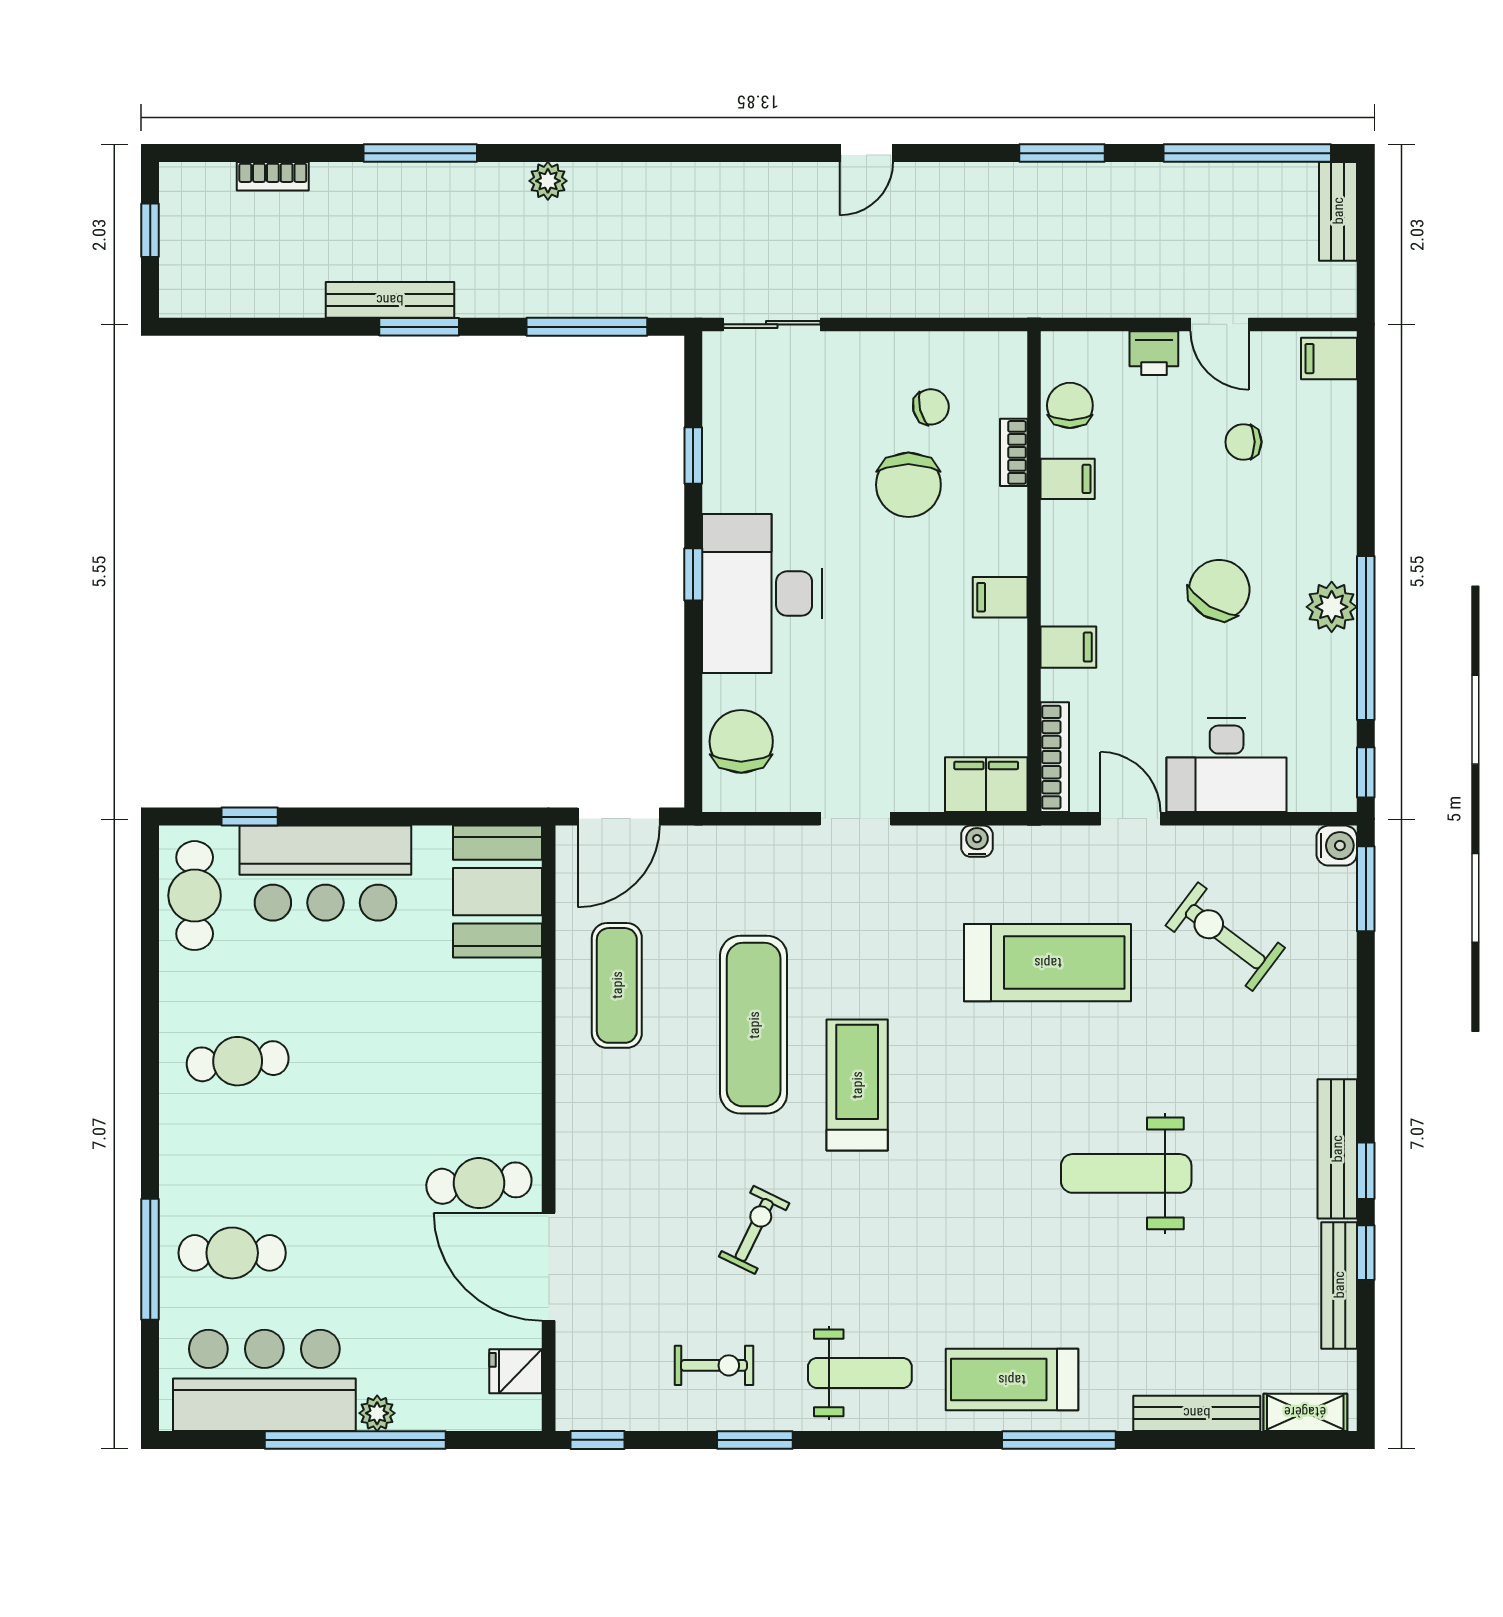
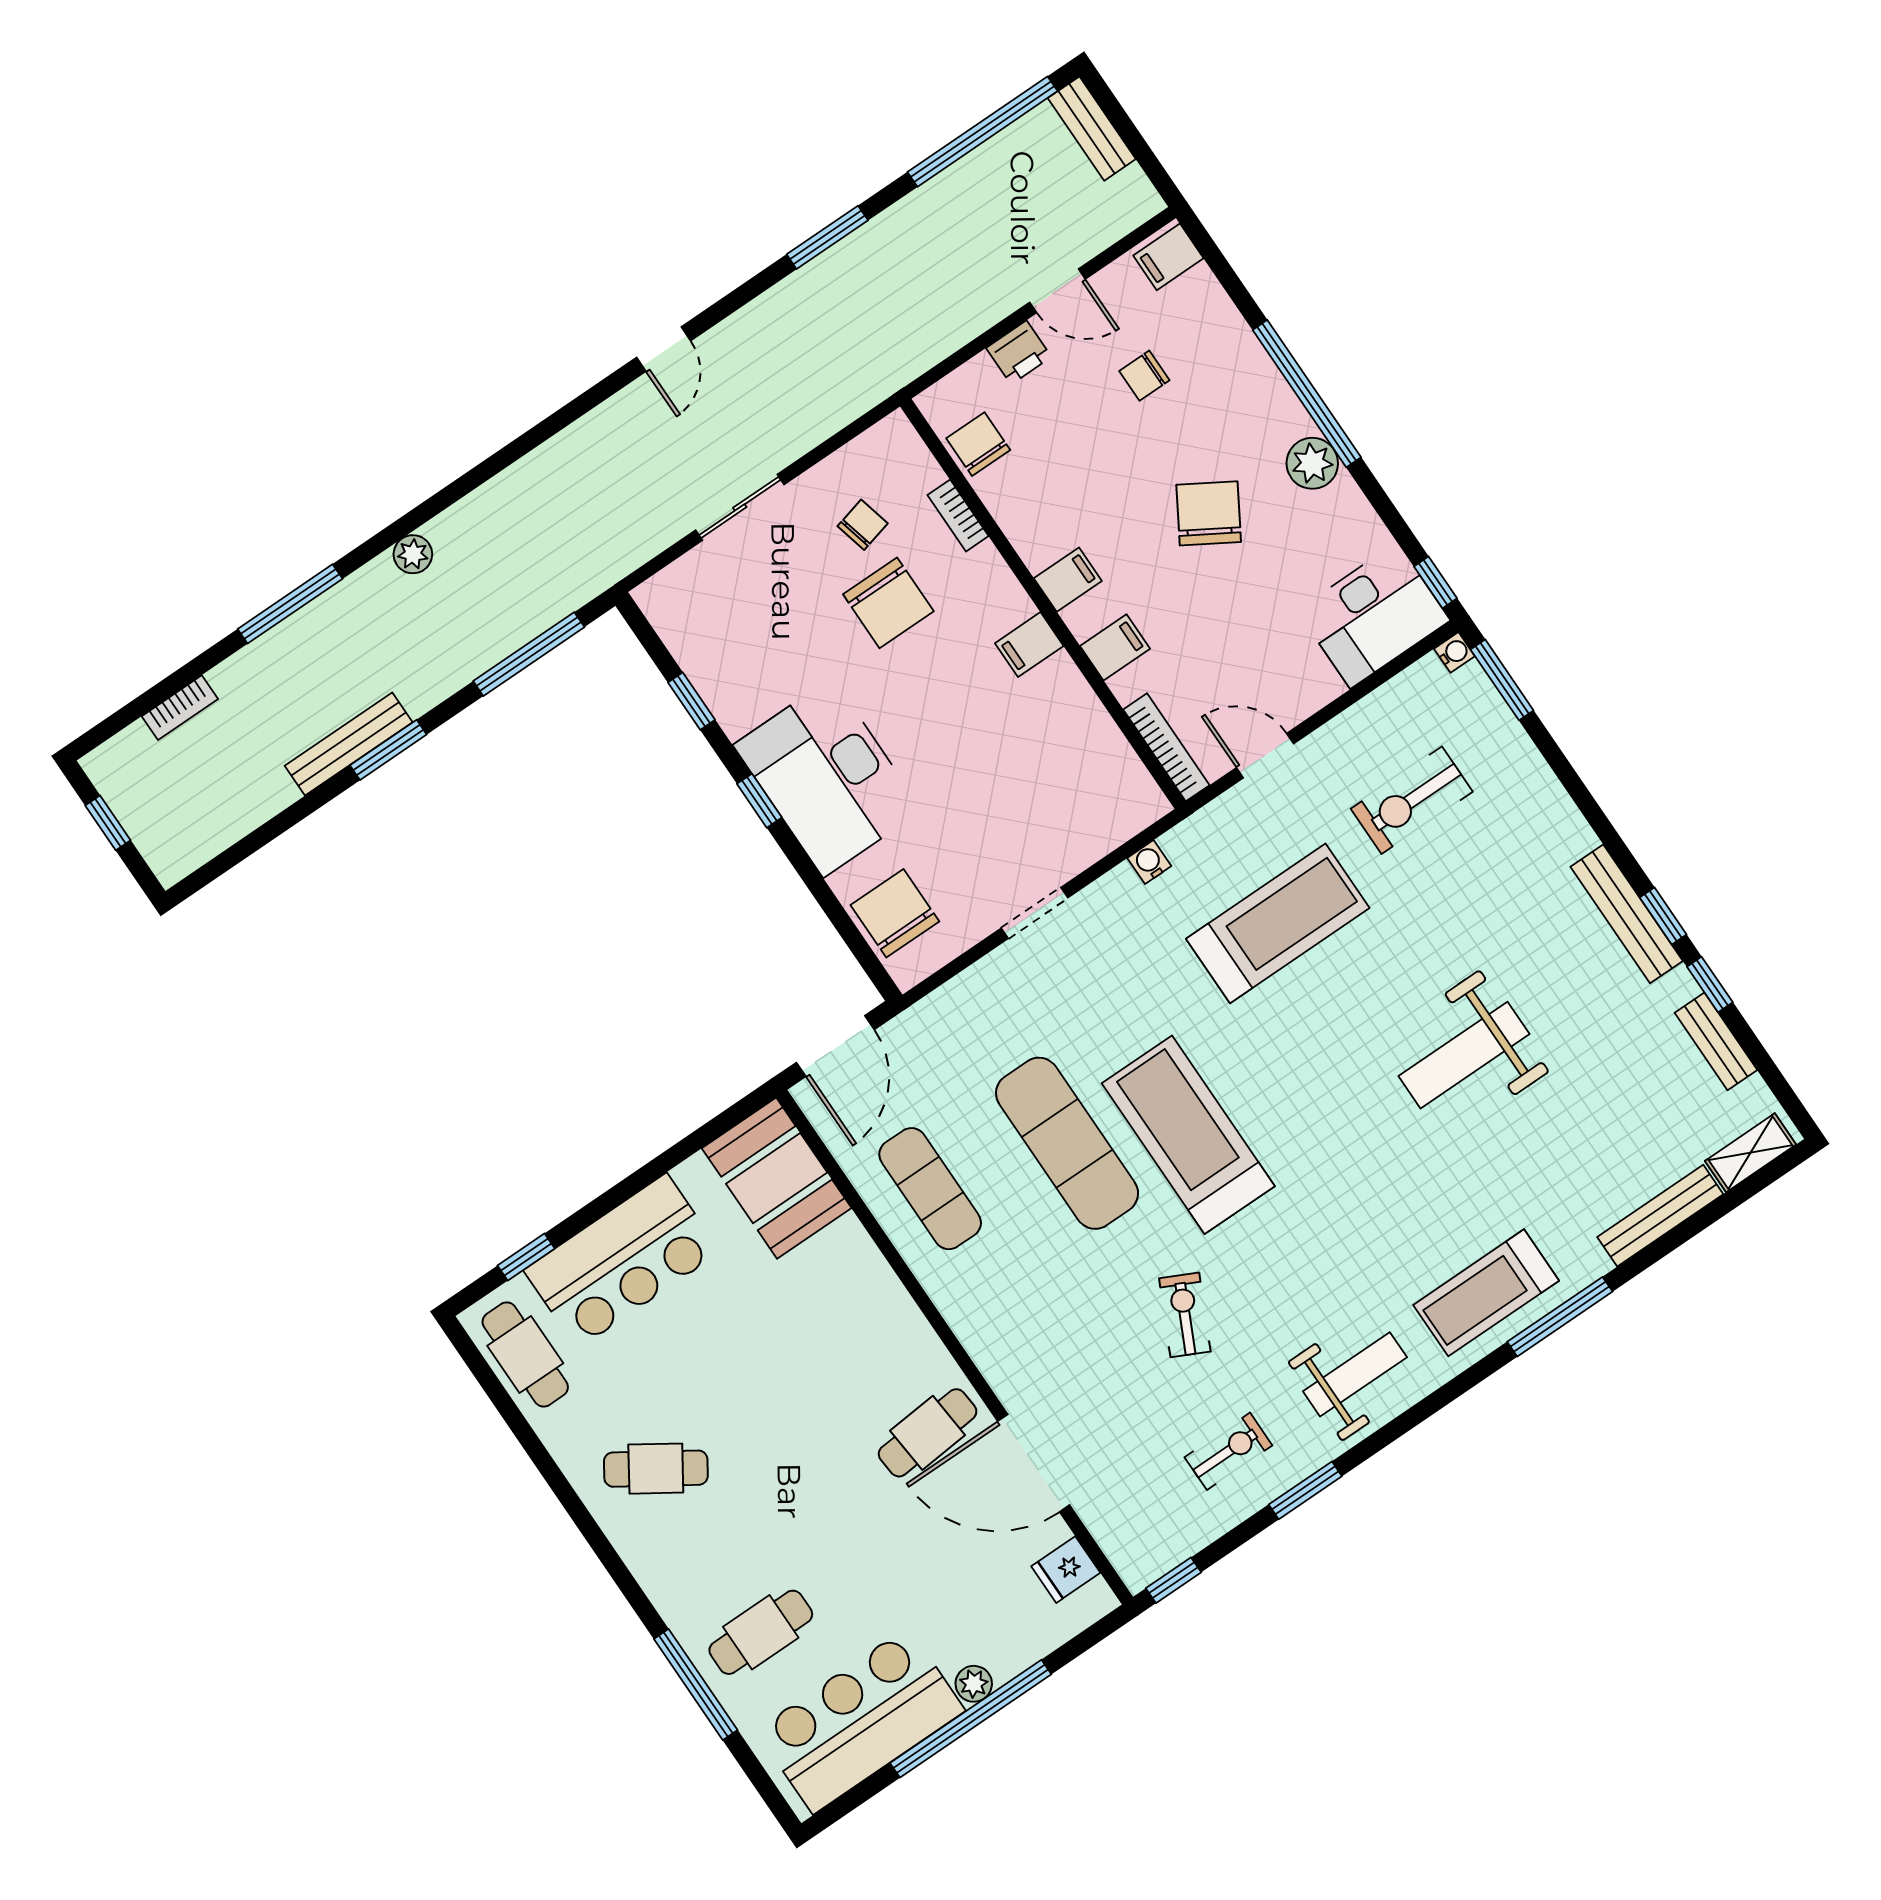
sliding door: (772, 324) -> (740, 507), moved
filing cabinet: (1068, 479) -> (1068, 580), moved
window: (1366, 638) -> (1307, 394), moved
desk: (1227, 765) -> (1374, 616), moved
filing cabinet: (986, 785) -> (1125, 809), removed
water cooler: (1337, 846) -> (1454, 652), width x0.72, depth x0.72
exercise bike: (1225, 937) -> (1412, 800), turned -37
cafe table: (238, 1061) -> (656, 1469), turned 38
treadmill: (857, 1085) -> (1188, 1135), width x1.37, depth x1.37
bench: (1339, 1285) -> (1716, 1041), width x0.73

